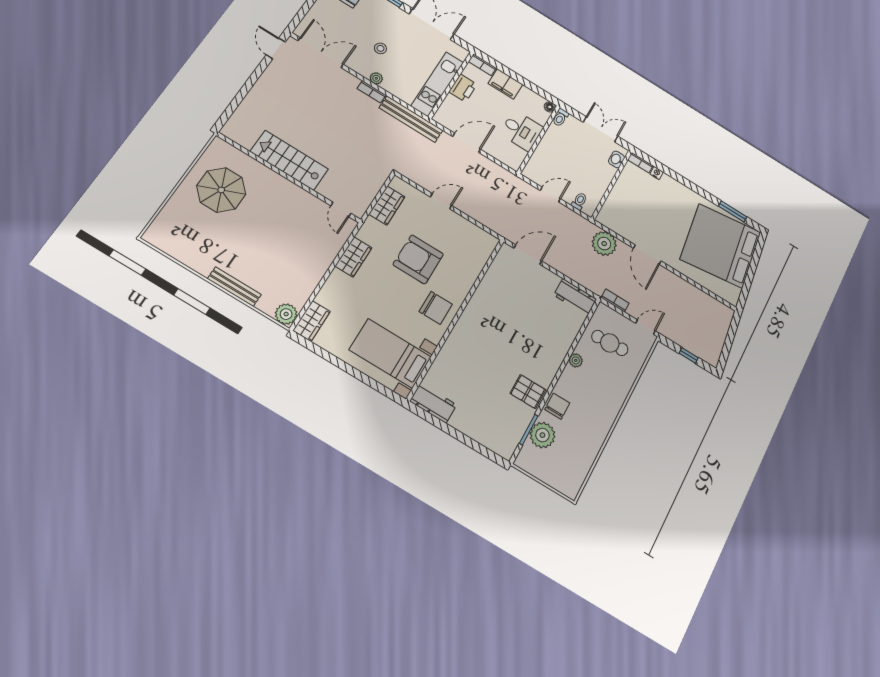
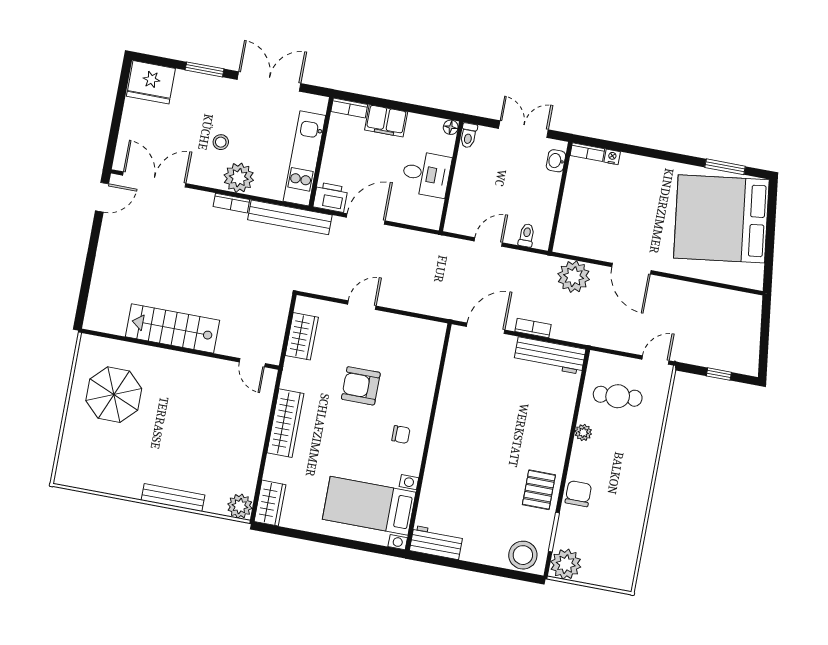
door: (276, 48) -> (102, 197), swing flipped
plant: (376, 78) -> (239, 178), width x1.87, depth x1.87
printer: (463, 88) -> (330, 197), moved, turned -90
wardrobe: (353, 257) -> (285, 423), width x1.50
armchair: (418, 259) -> (361, 386), width x0.73, depth x0.73
workbench: (575, 297) -> (550, 356), width x1.38
bookcase: (615, 300) -> (533, 328), moved
chair: (436, 308) -> (401, 434), width x0.54, depth x0.54
pallet: (528, 392) -> (539, 490), turned 90
plant: (542, 435) -> (566, 564), moved
stool: (498, 439) -> (523, 555), added

